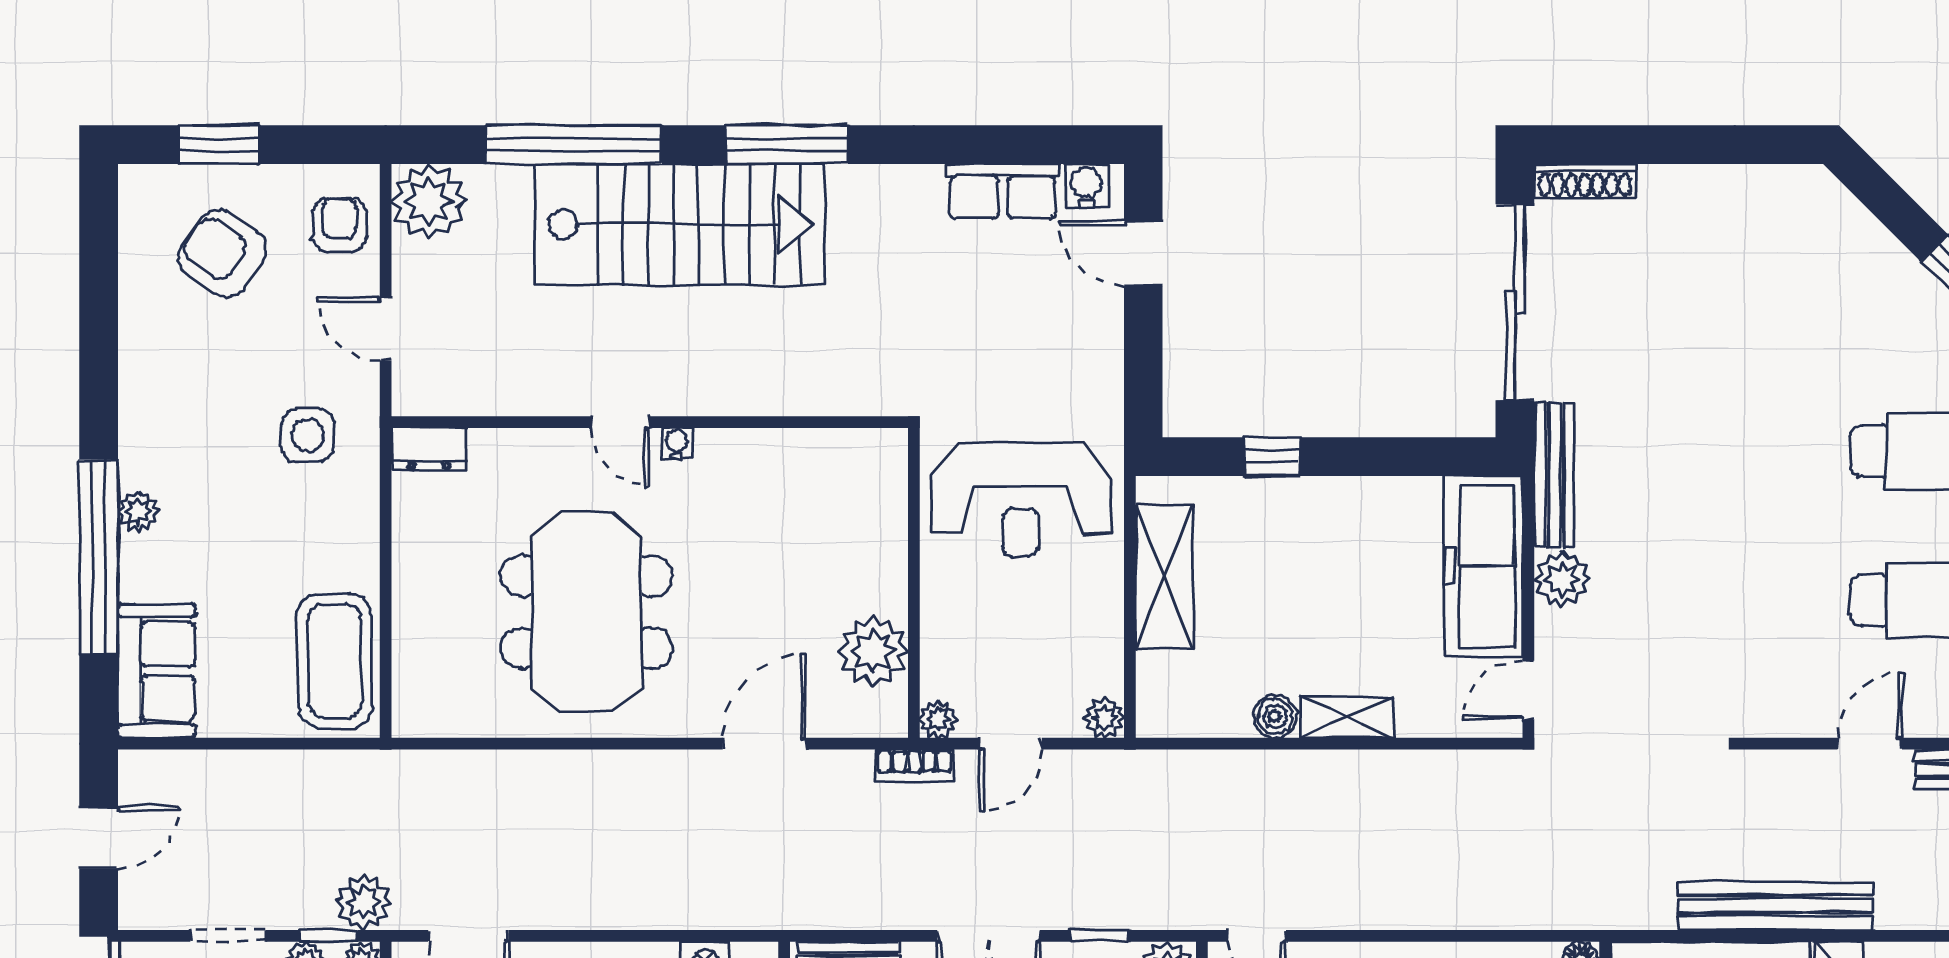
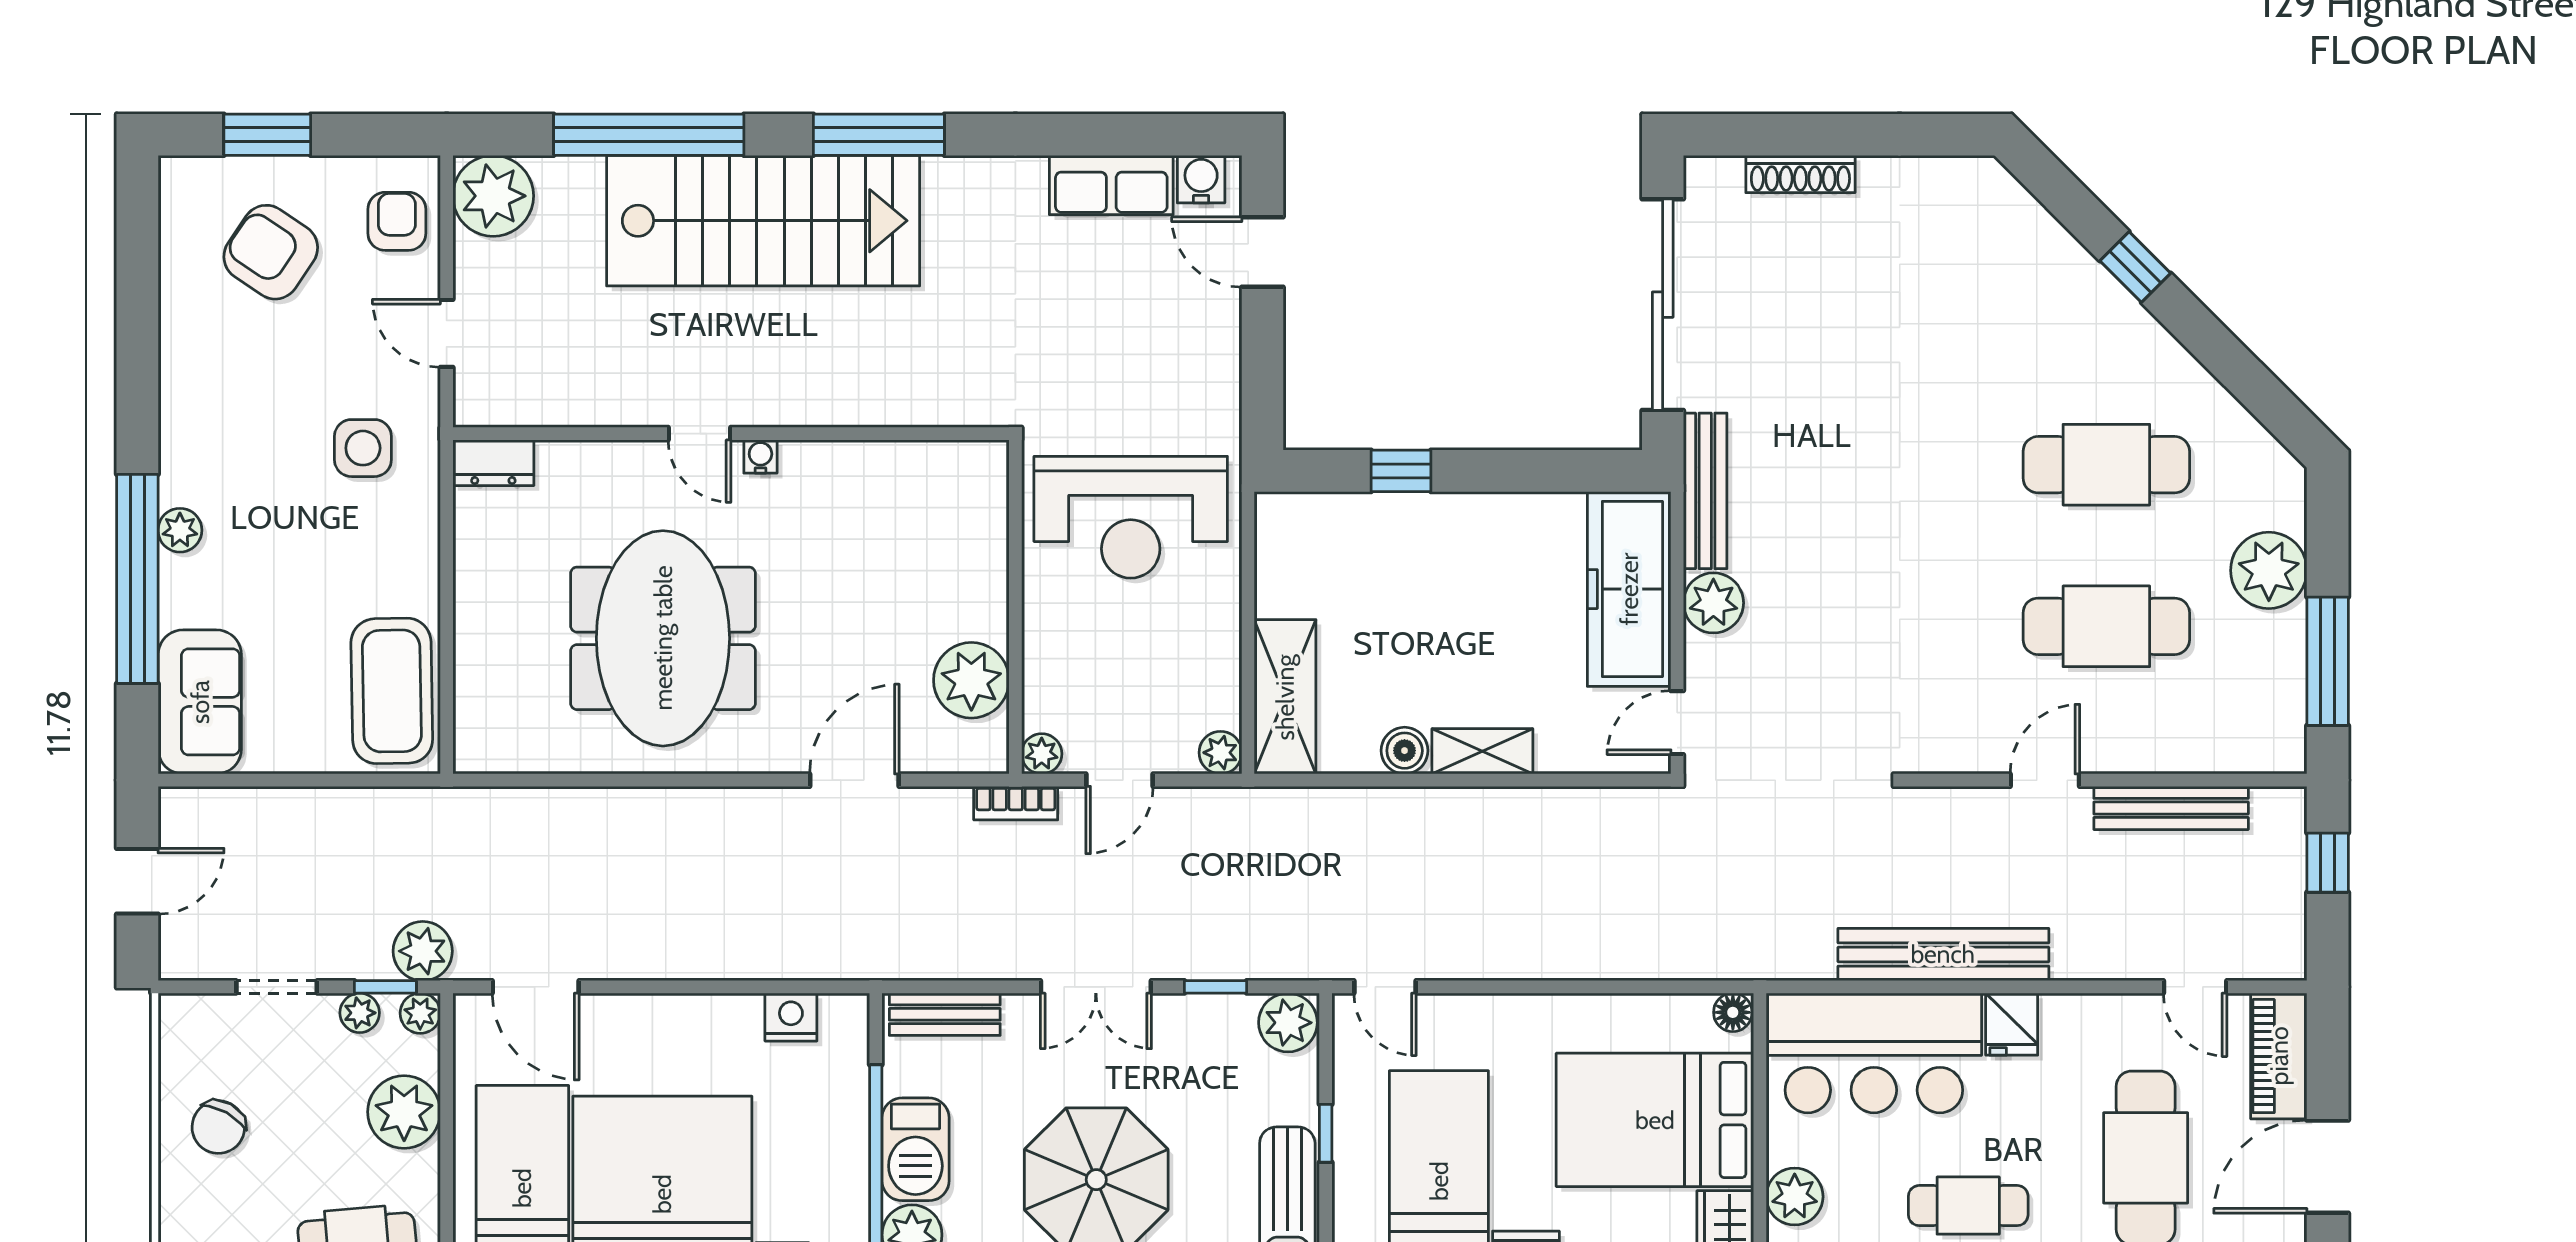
shoe rack: (1585, 181) -> (1800, 174), moved
shelving: (1164, 577) -> (1285, 697), moved

